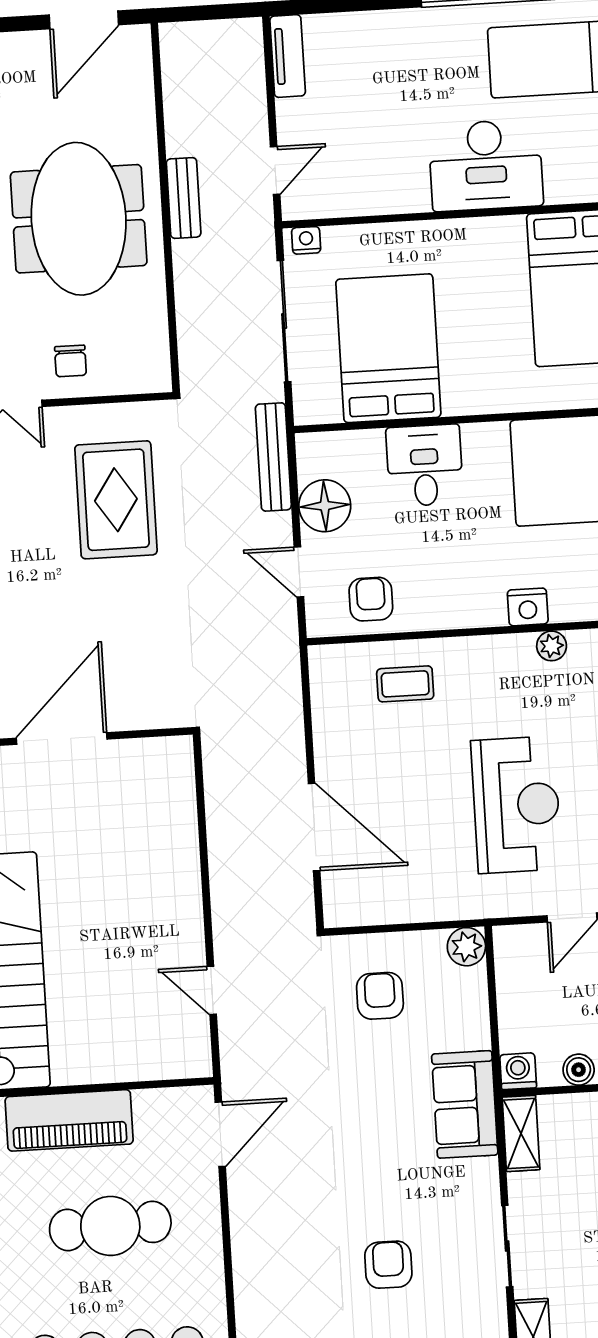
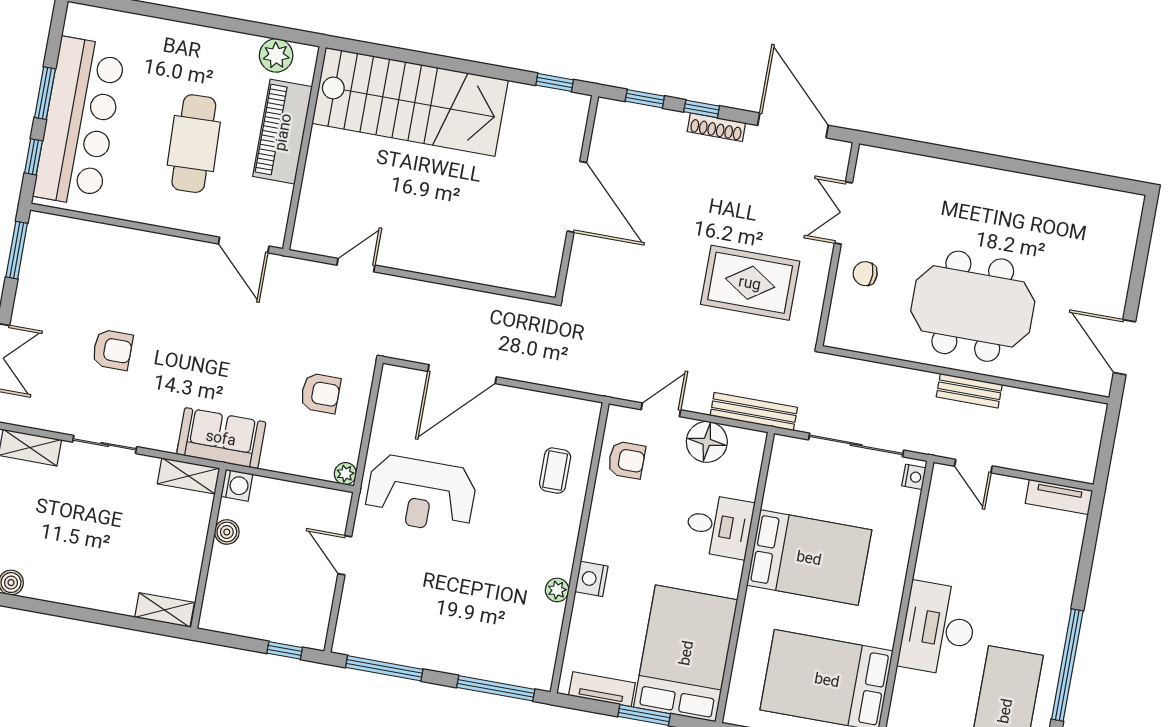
bed: (388, 348) -> (809, 558), moved
reception desk: (516, 805) -> (421, 494), moved
plant: (466, 947) -> (345, 474), width x0.73, depth x0.73

